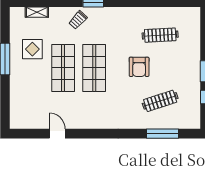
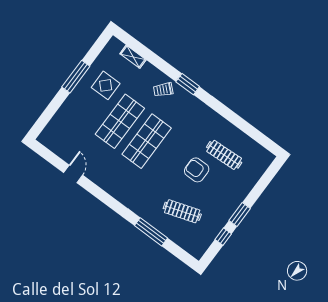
armchair: (139, 67) -> (197, 170), moved, turned 90
window: (162, 134) -> (151, 232), moved

